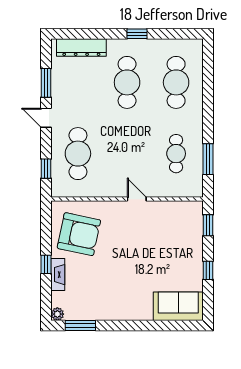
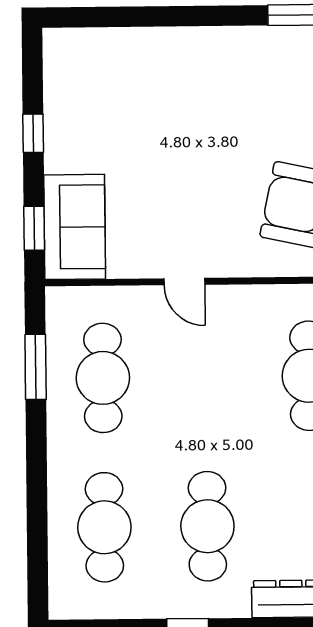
cafe table: (176, 154) -> (103, 378), width x1.37, depth x1.35
sofa: (178, 306) -> (75, 227), moved, turned -90

